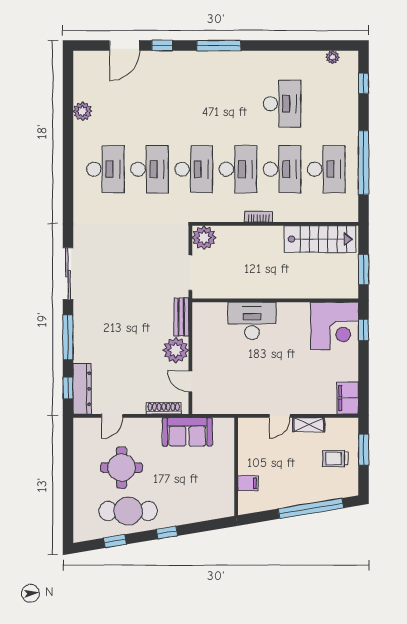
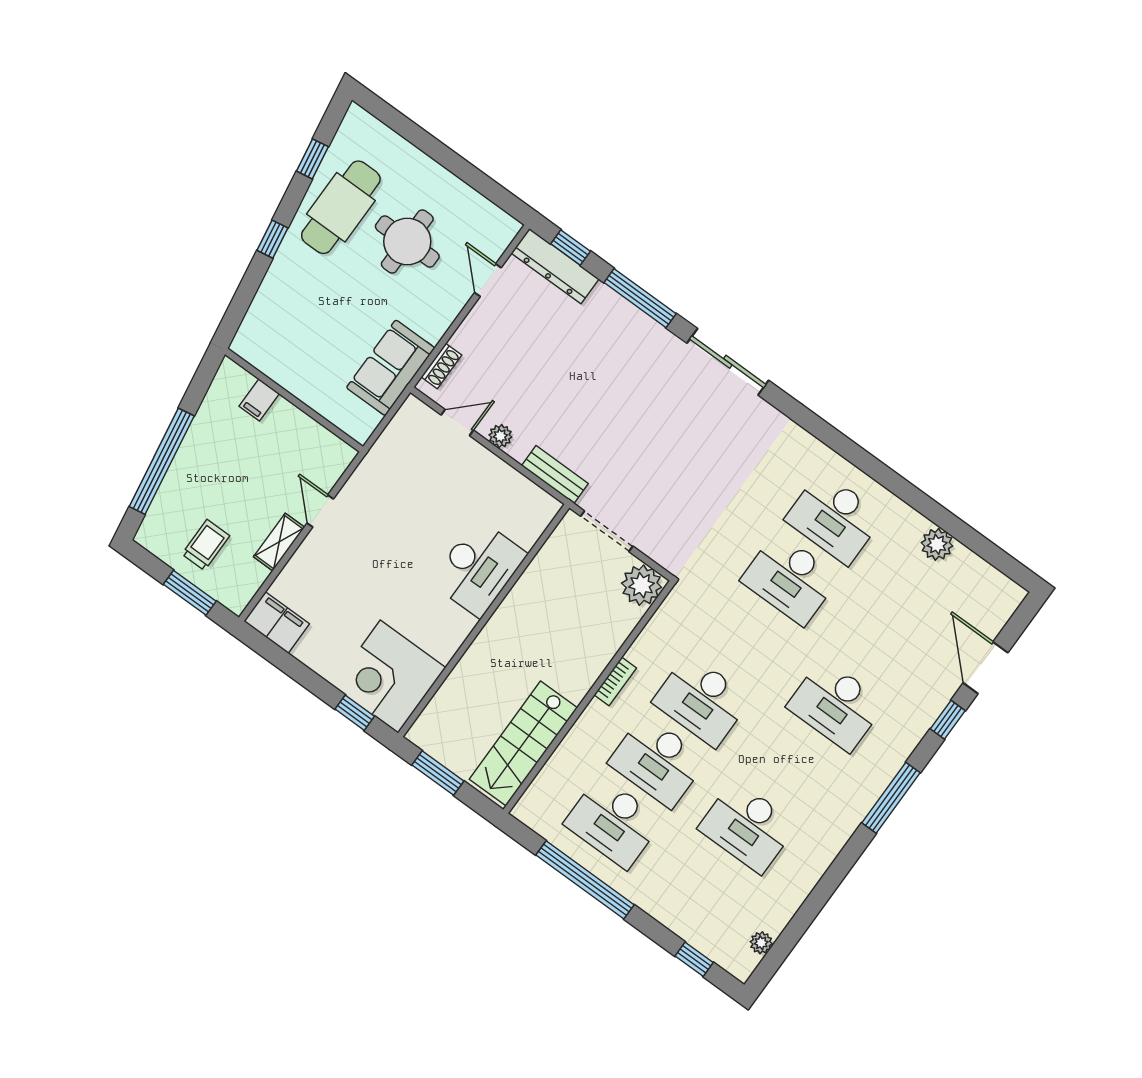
desk: (194, 169) -> (836, 705), moved
plant: (176, 350) -> (500, 436), width x0.53, depth x0.53
shoe rack: (164, 408) -> (442, 366), width x0.70

